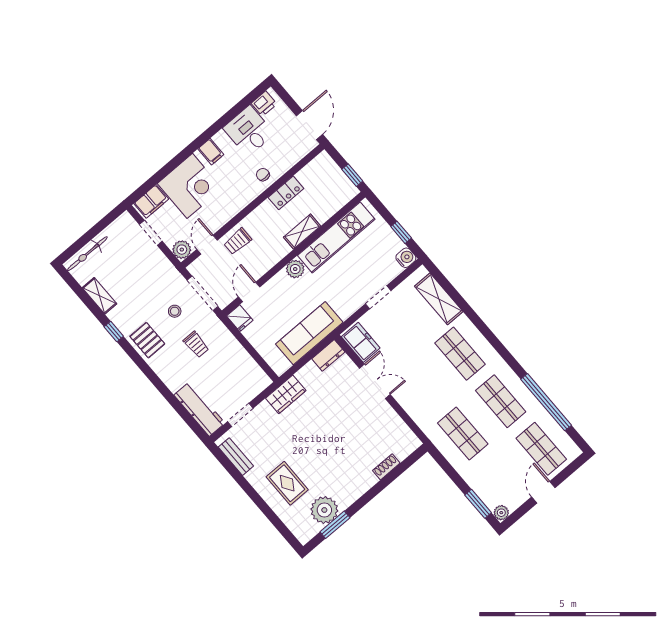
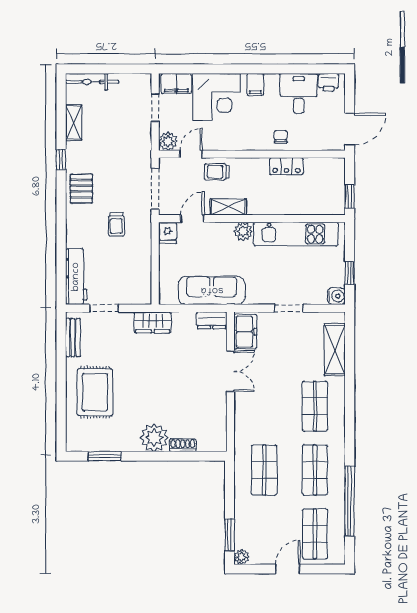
shelving: (302, 232) -> (228, 207), moved
stool: (175, 311) -> (122, 184), removed
rug: (287, 483) -> (95, 392), width x1.36, depth x1.43
plant: (324, 510) -> (154, 438), moved

